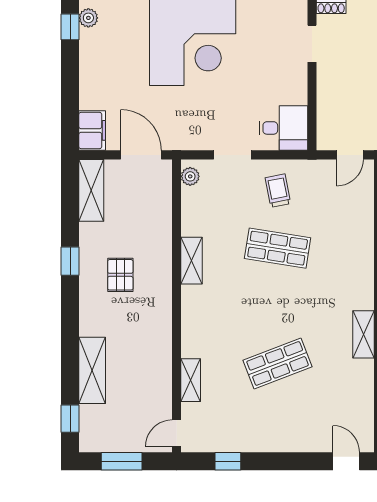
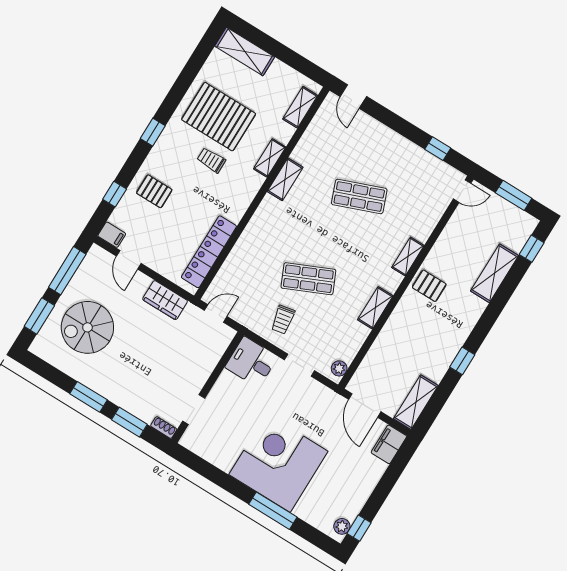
shop shelf: (278, 248) -> (308, 279), turned -33
pallet: (120, 275) -> (429, 286), moved, turned 90
shelving: (191, 380) -> (408, 257), moved

